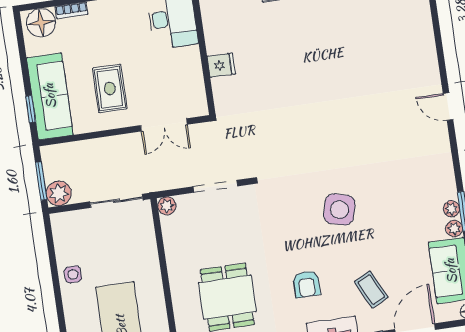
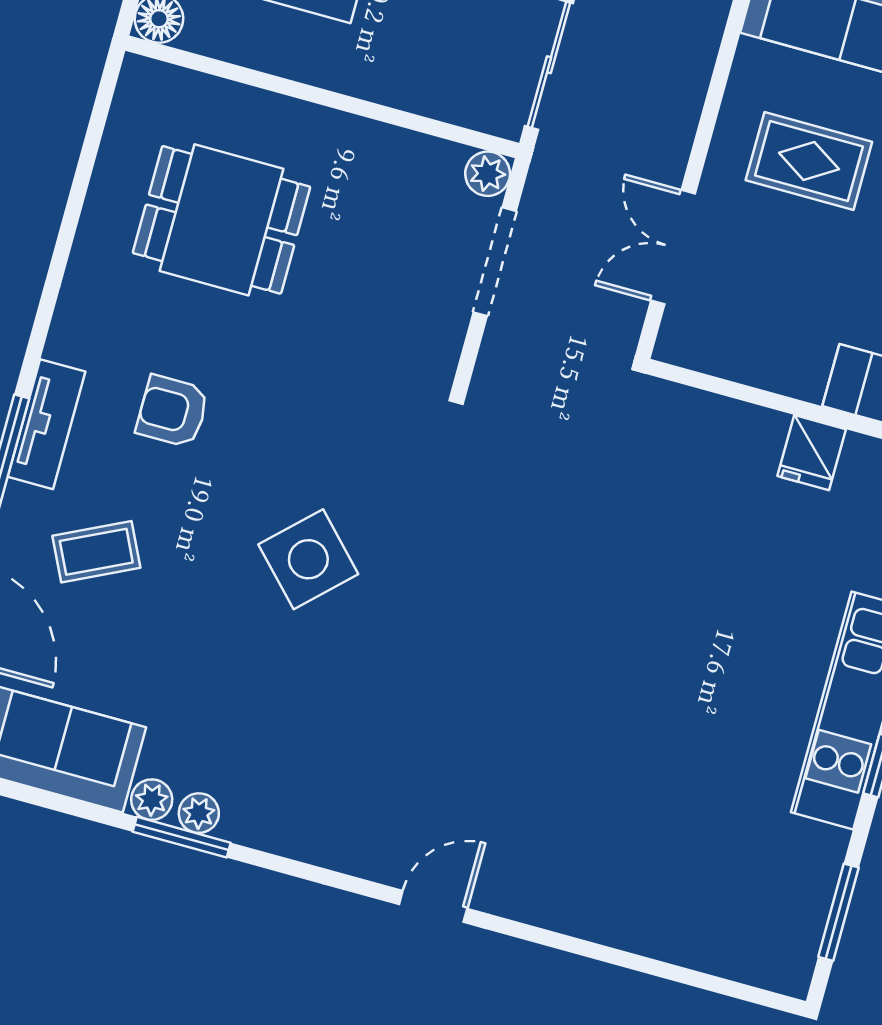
fridge: (221, 65) -> (812, 453), moved
doorway: (215, 186) -> (495, 262), moved
side table: (339, 210) -> (308, 559), turned 31

